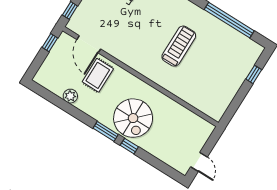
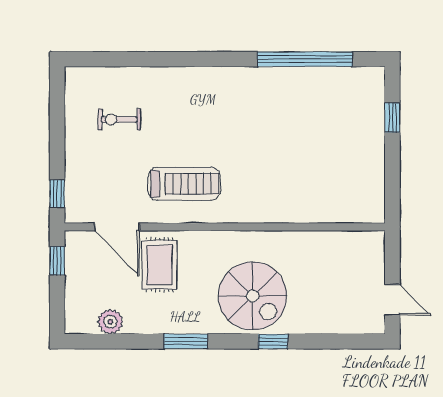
treadmill: (179, 46) -> (184, 184), moved, turned 90
plant: (70, 96) -> (110, 322), moved
window: (106, 131) -> (186, 341), moved

